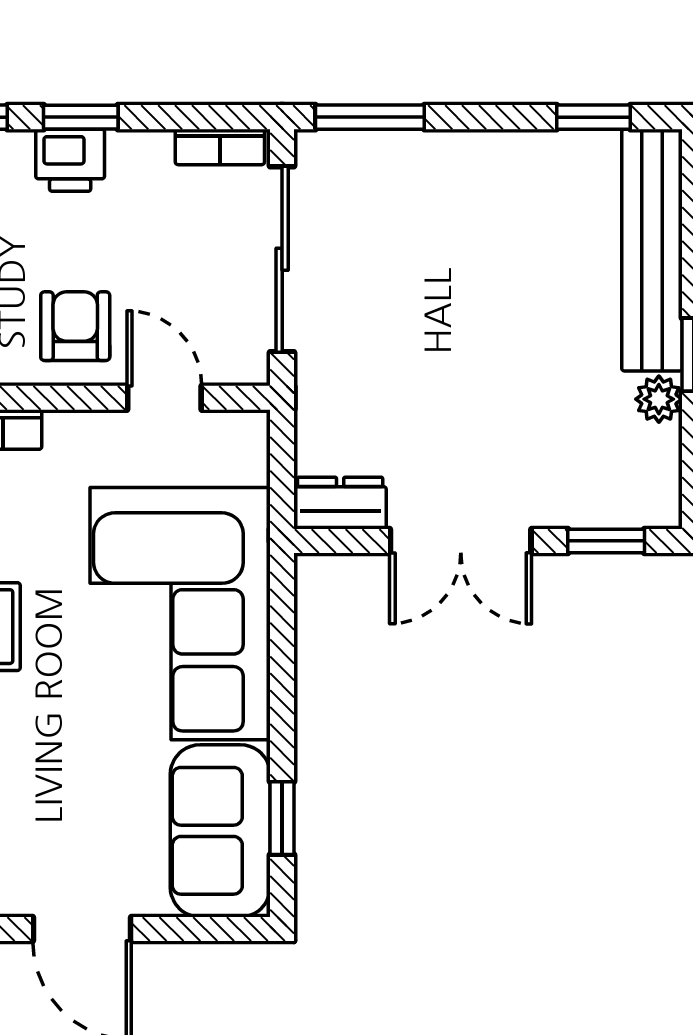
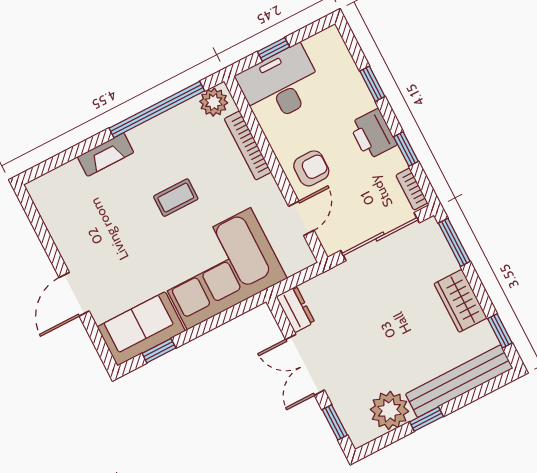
window: (81, 117) -> (406, 149), moved
printer: (70, 160) -> (373, 134), width x1.36, depth x1.24
wardrobe: (493, 165) -> (460, 301), added
plant: (659, 399) -> (389, 410), width x1.88, depth x1.88

